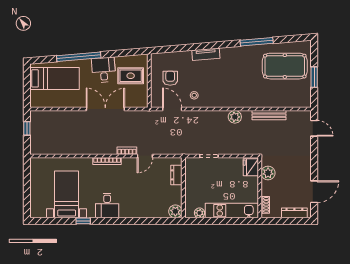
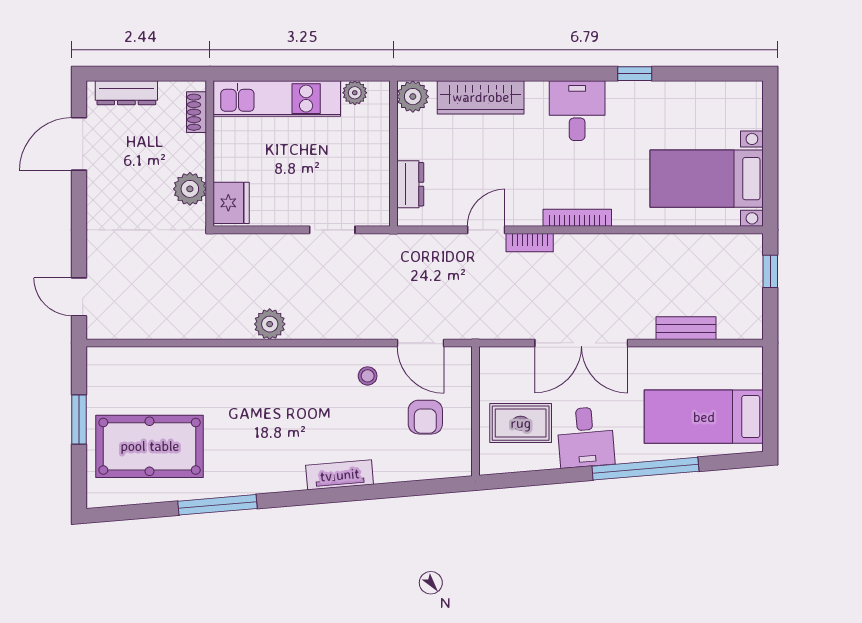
bench: (269, 115) -> (686, 328), moved, width x0.73
window: (27, 128) -> (770, 271), moved
bed with nightstands: (67, 194) -> (707, 179), moved, turned 90
wardrobe: (147, 211) -> (481, 97), added

